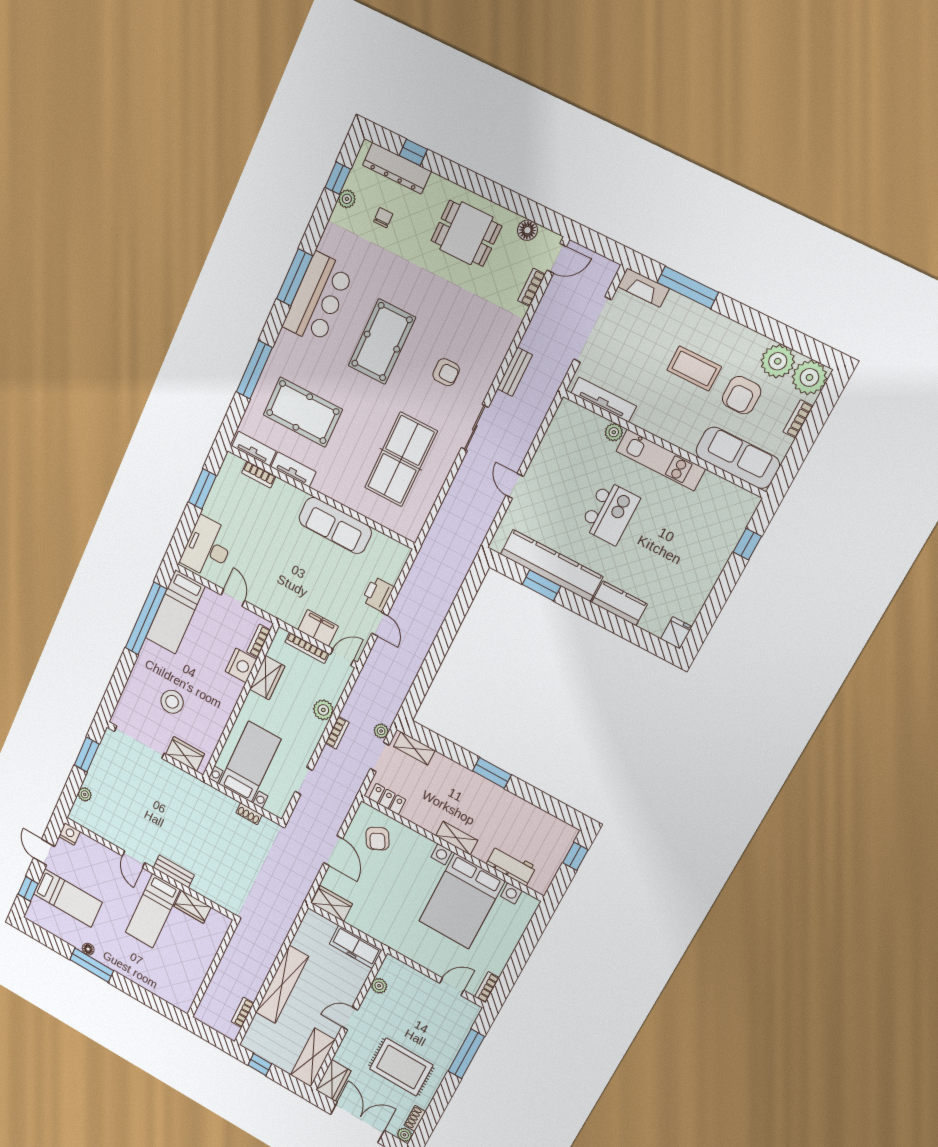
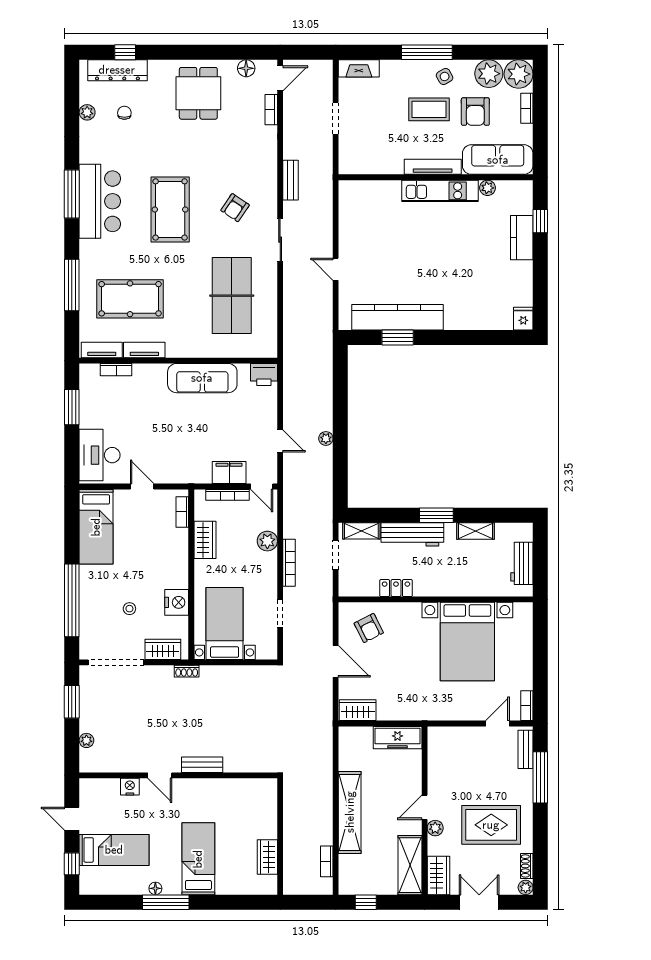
window: (338, 178) -> (72, 100), removed
dining table: (466, 233) -> (198, 93), turned 90
window: (688, 287) -> (427, 52), moved
doorway: (593, 330) -> (336, 118), width x0.53
side table: (729, 341) -> (445, 76), added
armchair: (446, 372) -> (235, 208), turned 124
tv unit: (604, 399) -> (433, 167), moved
plant: (614, 432) -> (488, 188), moved
kitchen island: (610, 513) -> (422, 252), removed
printer: (378, 594) -> (264, 374), moved, turned -90
kitchen counter: (619, 603) -> (522, 238), moved, turned -90
window: (146, 618) -> (72, 600), moved
door: (342, 657) -> (262, 486), swing flipped
nightstand: (241, 665) -> (177, 602), moved
stool: (172, 702) -> (129, 609), width x0.53, depth x0.53
plant: (381, 731) -> (326, 438), moved
bookcase: (337, 733) -> (289, 563), width x1.56
workbench: (460, 778) -> (412, 534), added
locker: (387, 799) -> (396, 588), moved
shoe rack: (249, 814) -> (187, 671), moved
nightstand: (69, 834) -> (130, 787), moved
shelving: (457, 838) -> (476, 531), moved
window: (575, 856) -> (540, 547), removed
workbench: (511, 865) -> (522, 563), moved, turned -90
wardrobe: (192, 907) -> (267, 857), moved, turned 90
bed: (153, 911) -> (198, 859), moved, turned 180
plant: (379, 986) -> (435, 828), moved
bench: (466, 1023) -> (526, 749), added
double door: (357, 1122) -> (479, 902), width x0.73

